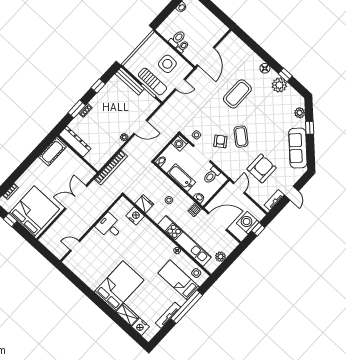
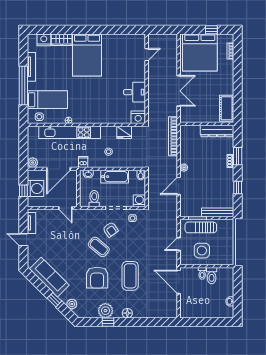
armchair: (262, 168) -> (97, 278), moved
nightstand: (135, 216) -> (138, 117), moved
plant: (220, 257) -> (33, 163), moved

